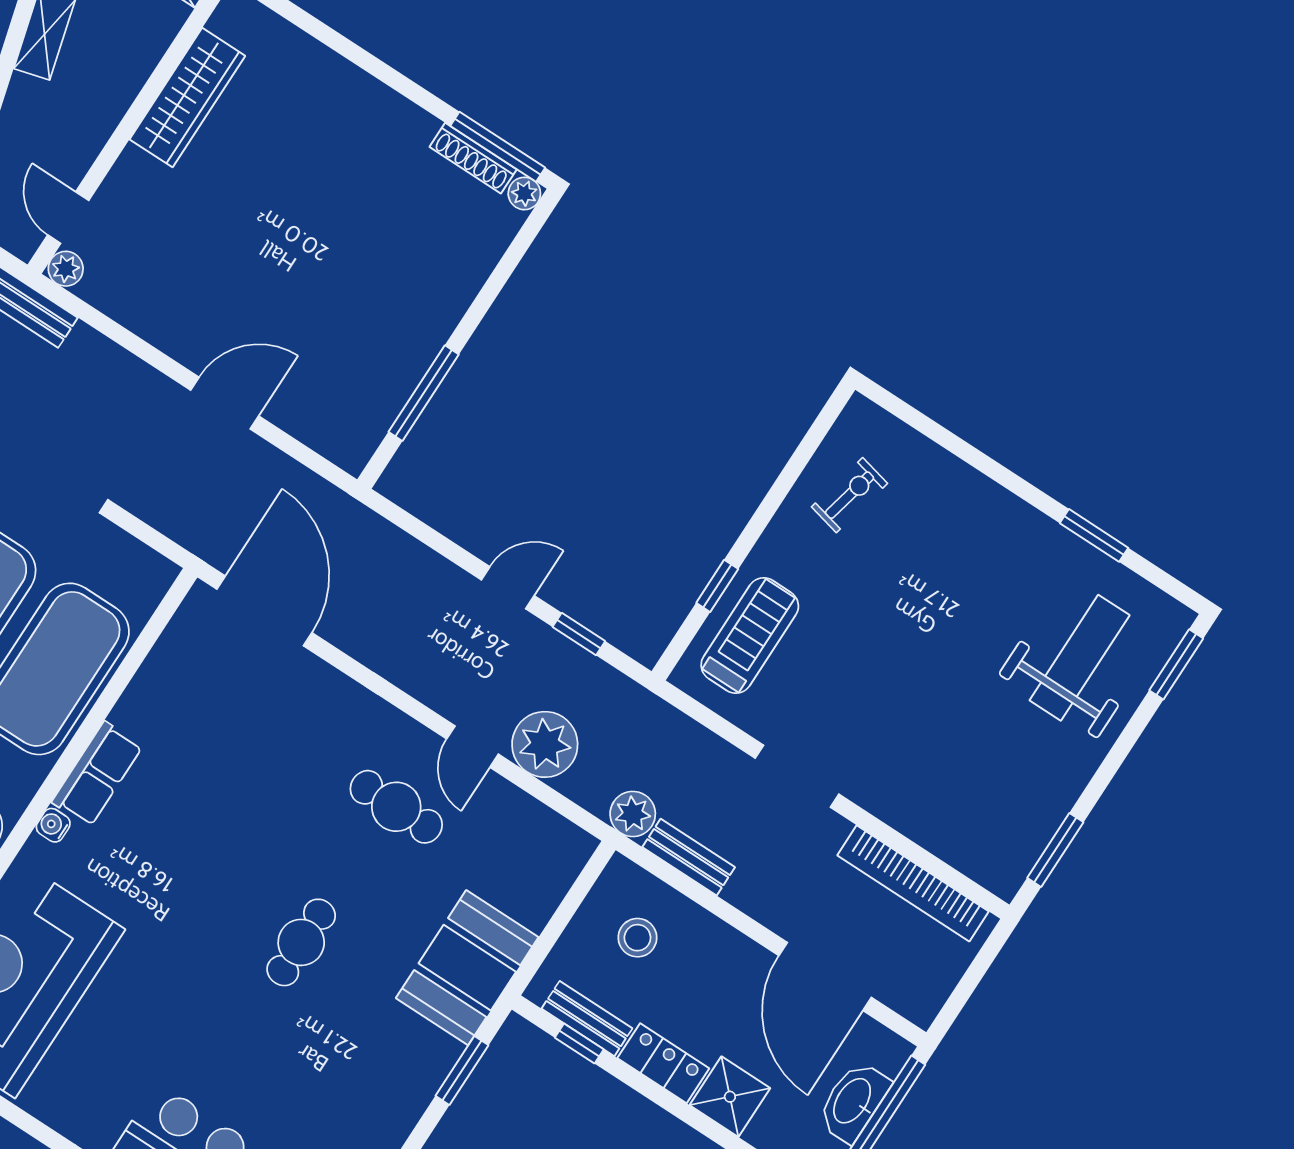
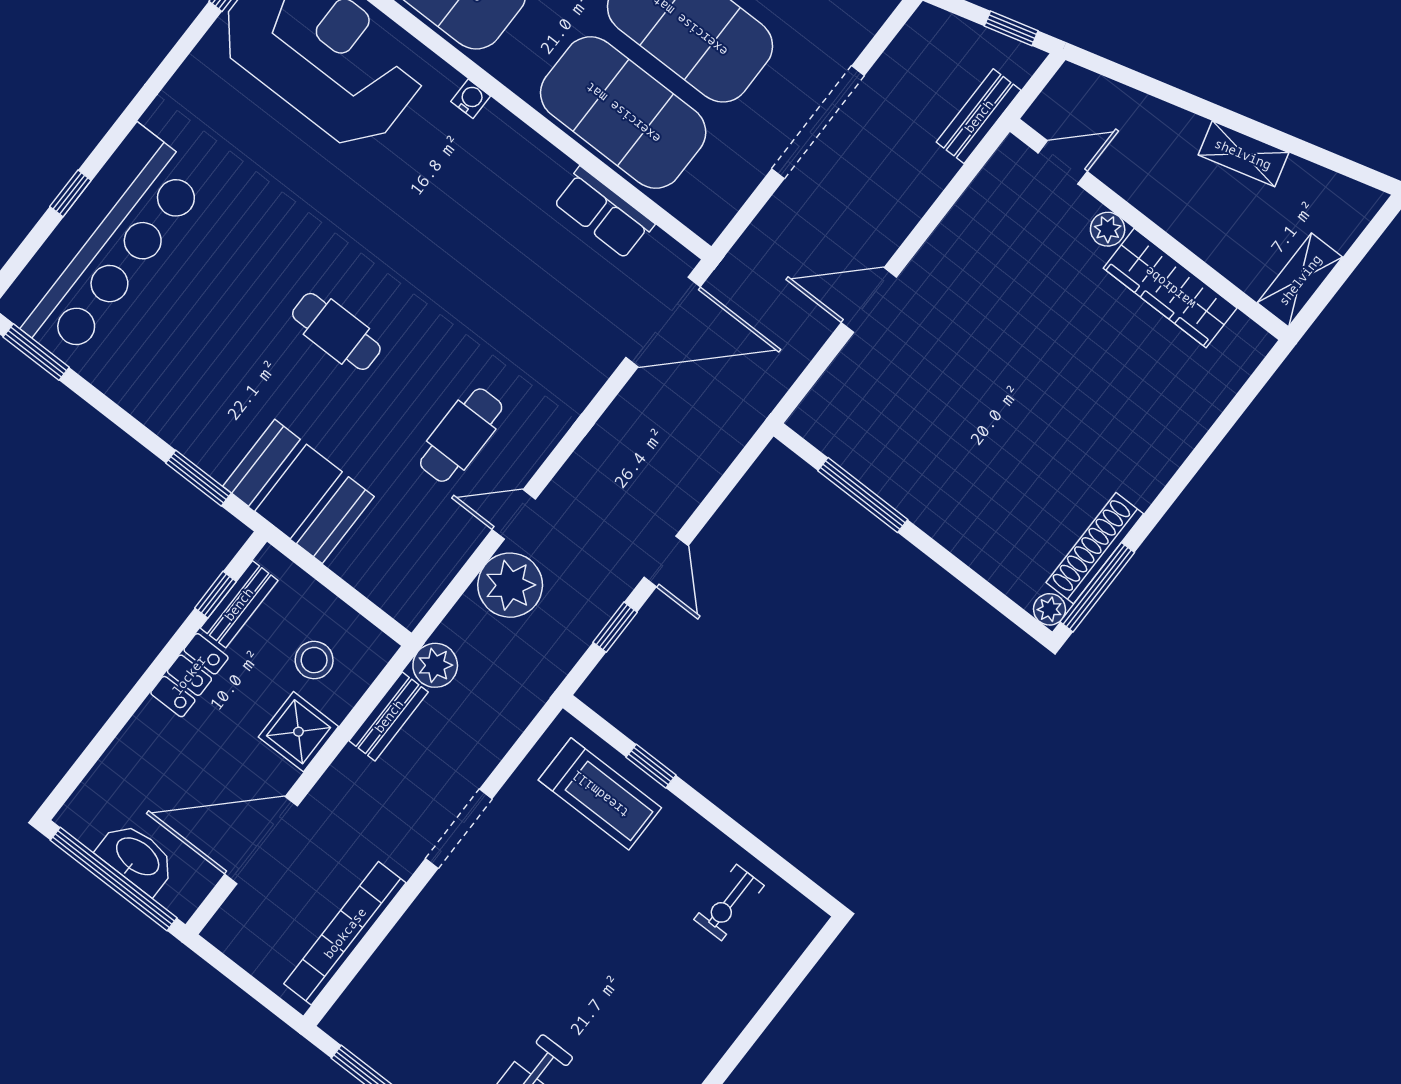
shoe rack: (473, 158) -> (1095, 548), width x1.36, depth x1.24
plant: (66, 269) -> (1108, 229), moved
door: (225, 403) -> (869, 300), swing flipped
exercise bike: (850, 495) -> (729, 903), turned 77
row of seats: (97, 774) -> (604, 213), moved
shower: (730, 1097) -> (298, 732), moved

